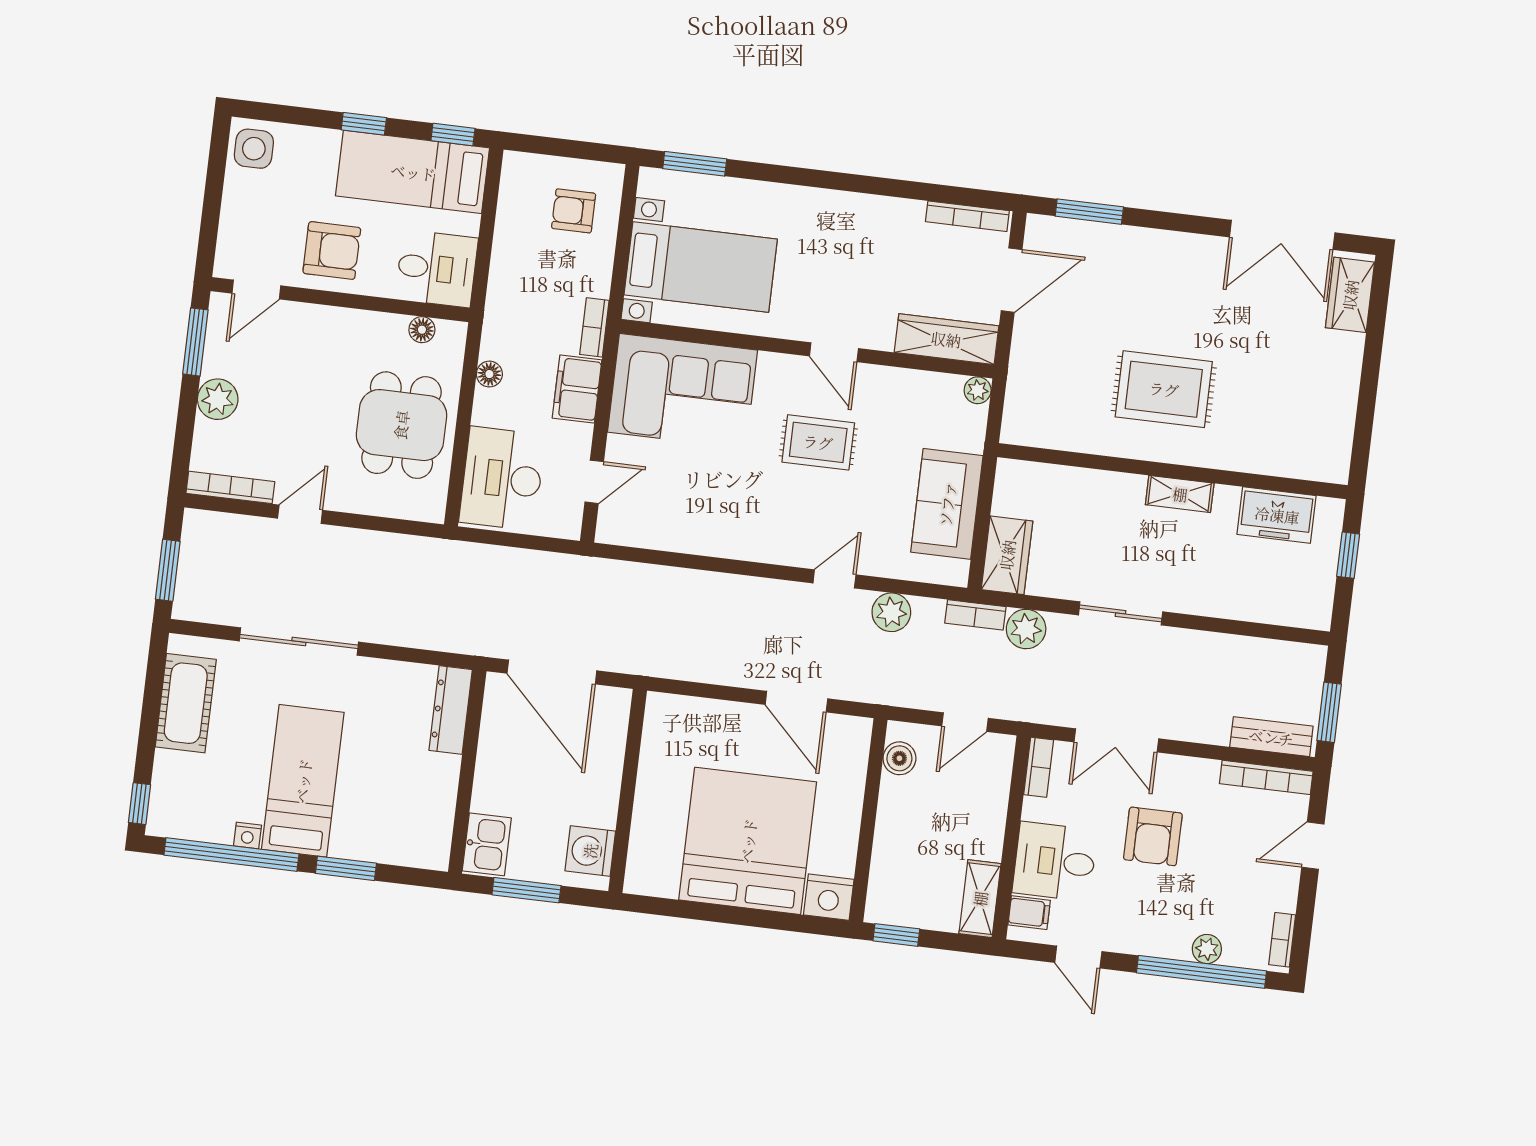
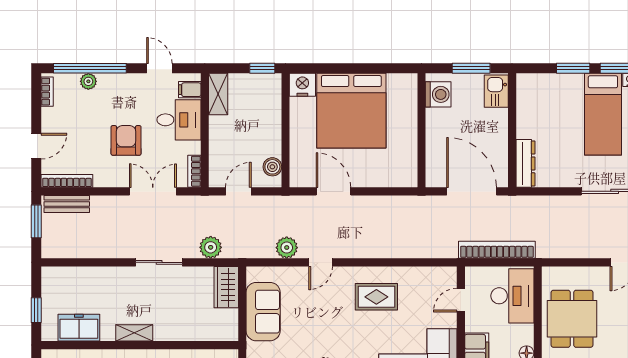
rug: (818, 442) -> (376, 297), moved
bookcase: (975, 615) -> (497, 250), moved, width x2.31, depth x1.31

